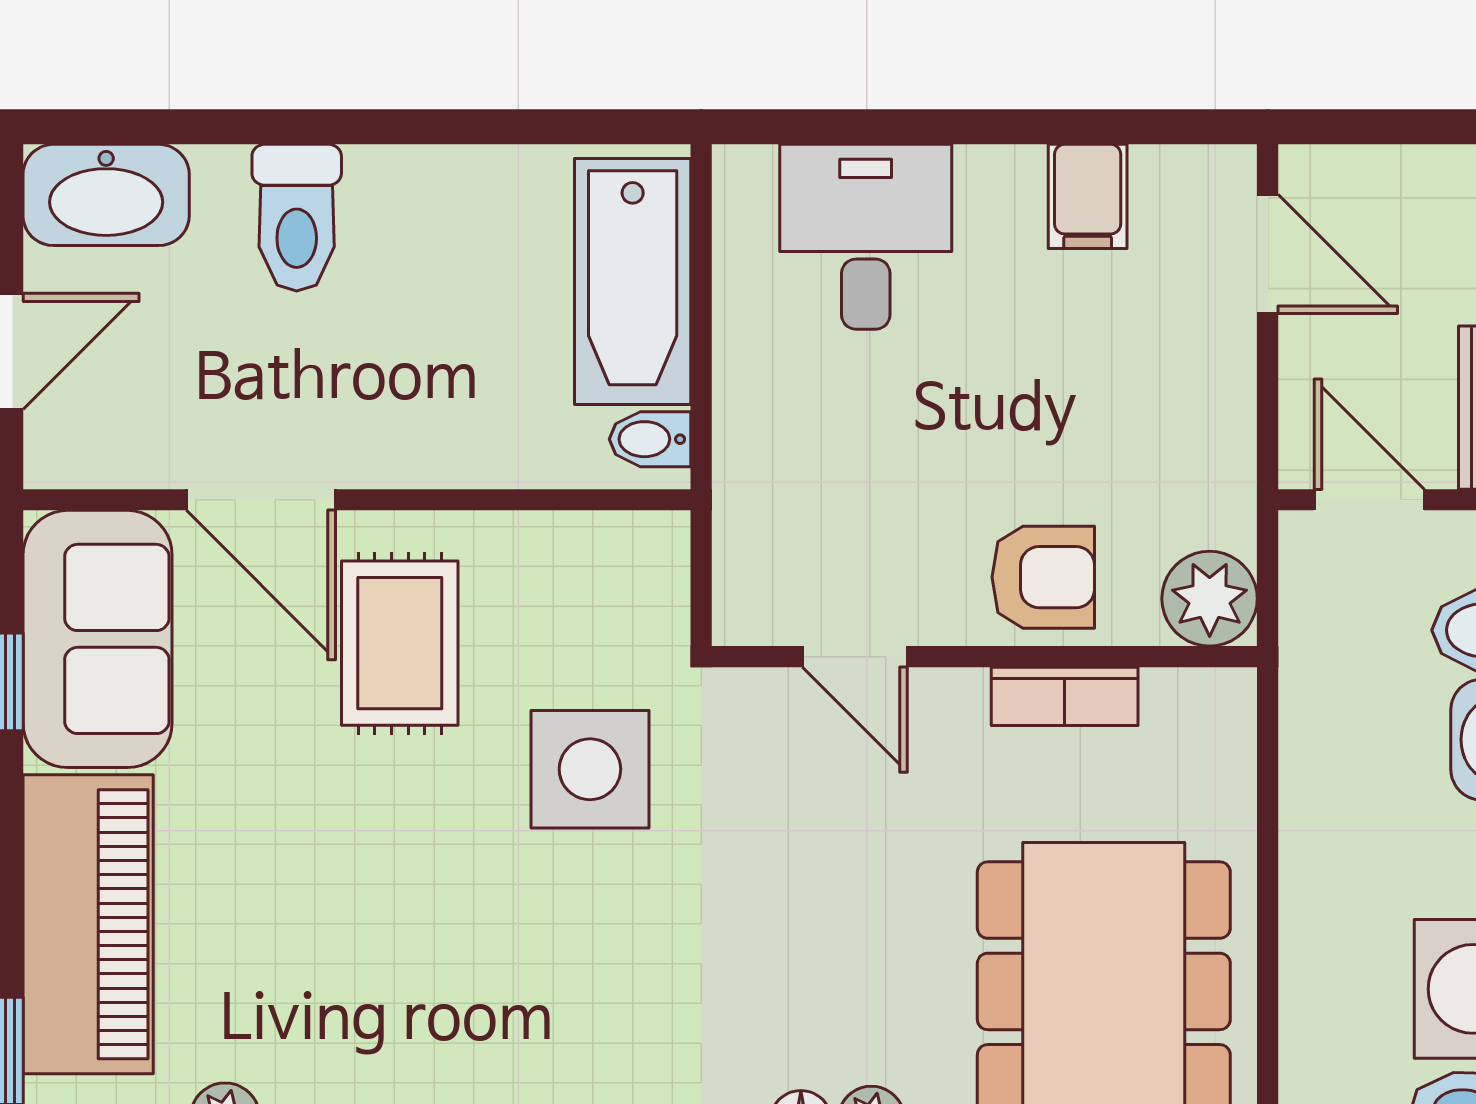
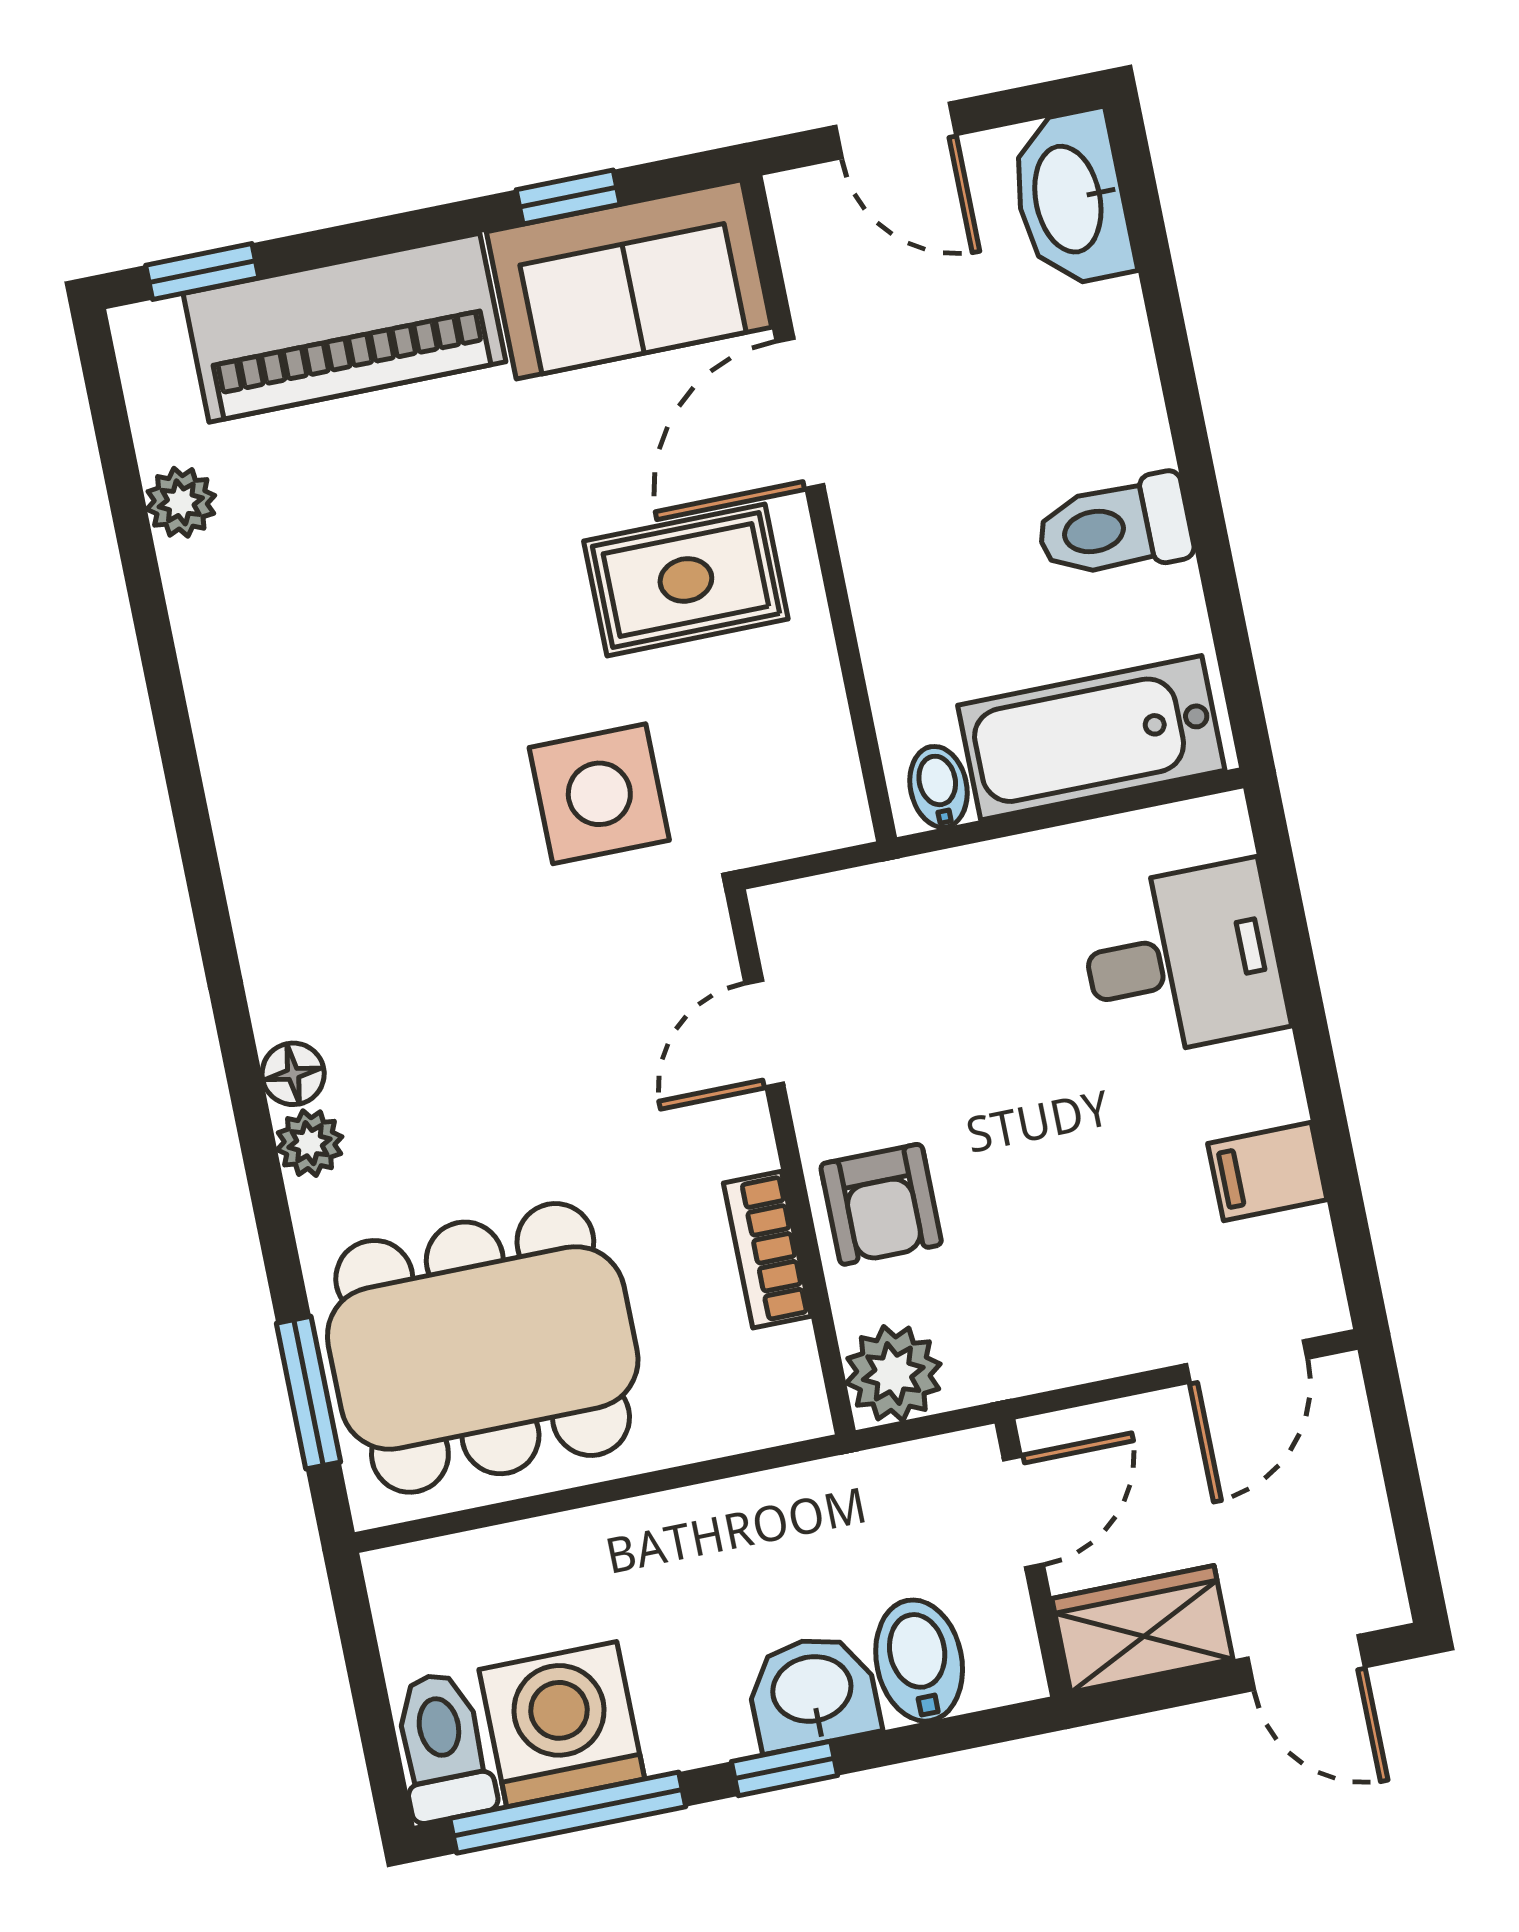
toilet: (297, 218) -> (1114, 527), moved

